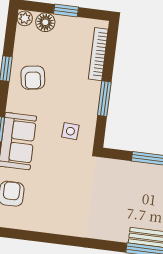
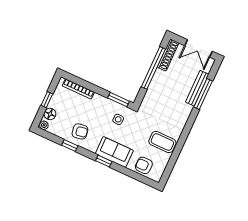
window: (104, 99) -> (118, 100), moved
coffee table: (57, 211) -> (162, 142), added

